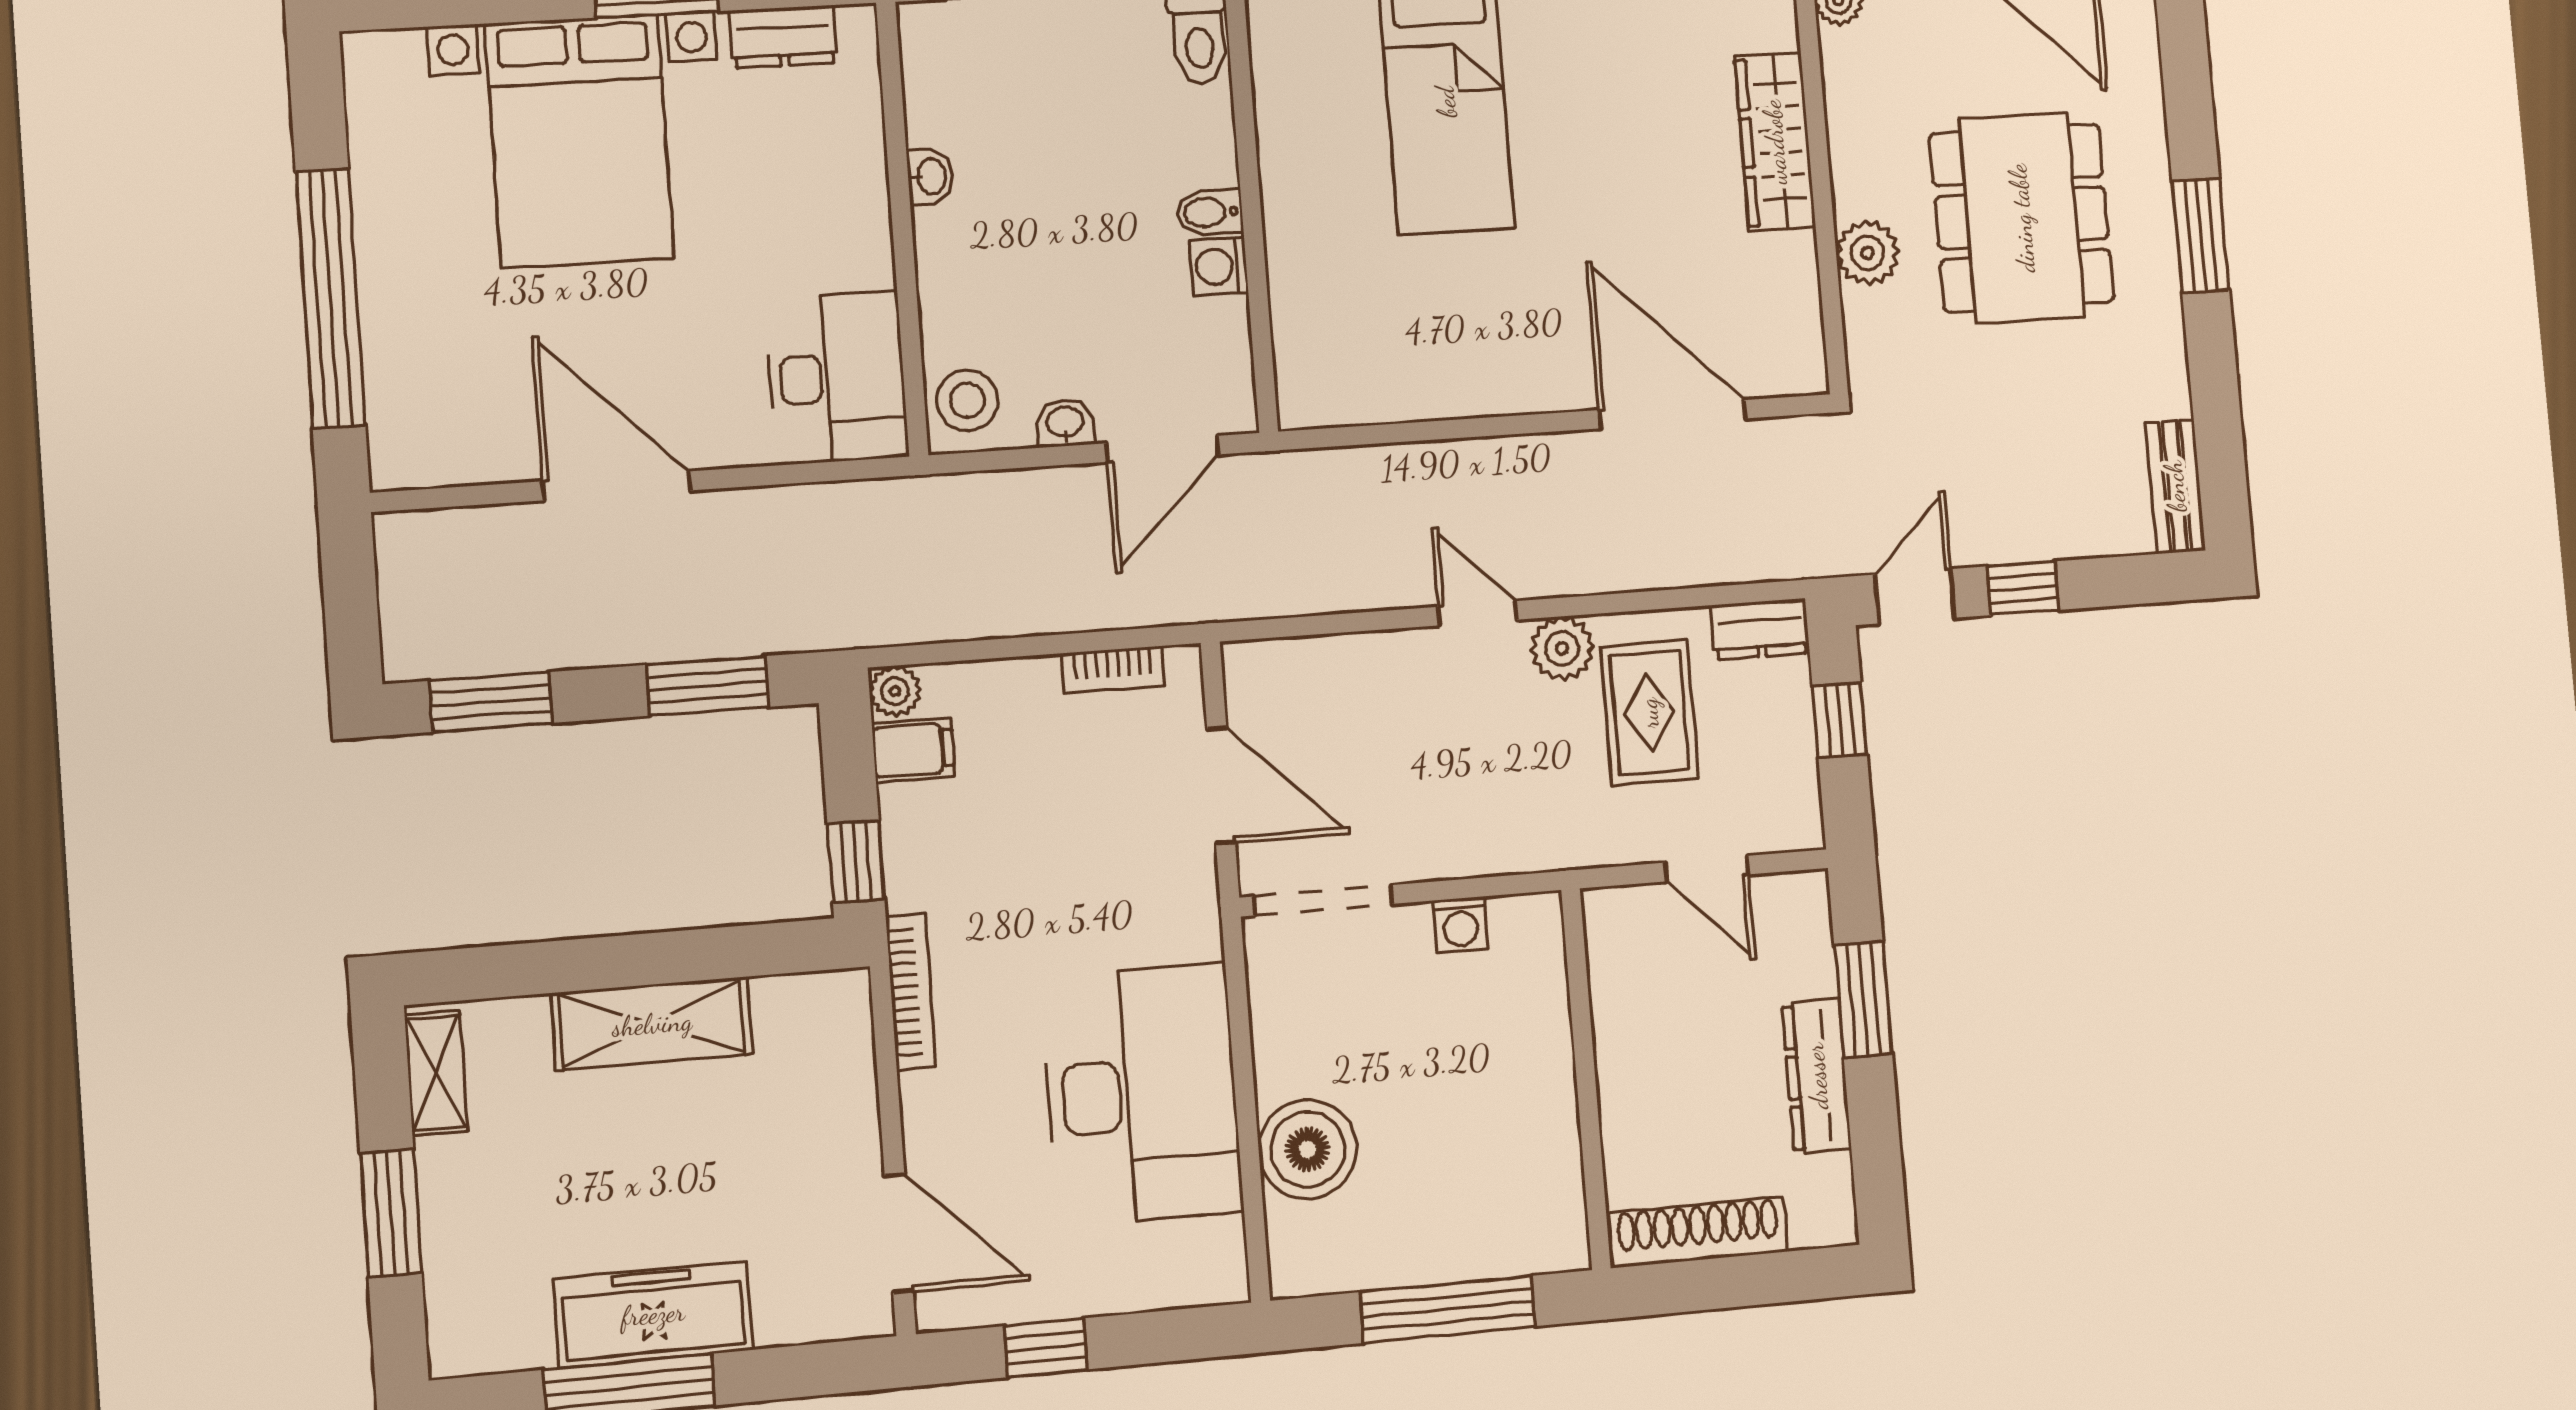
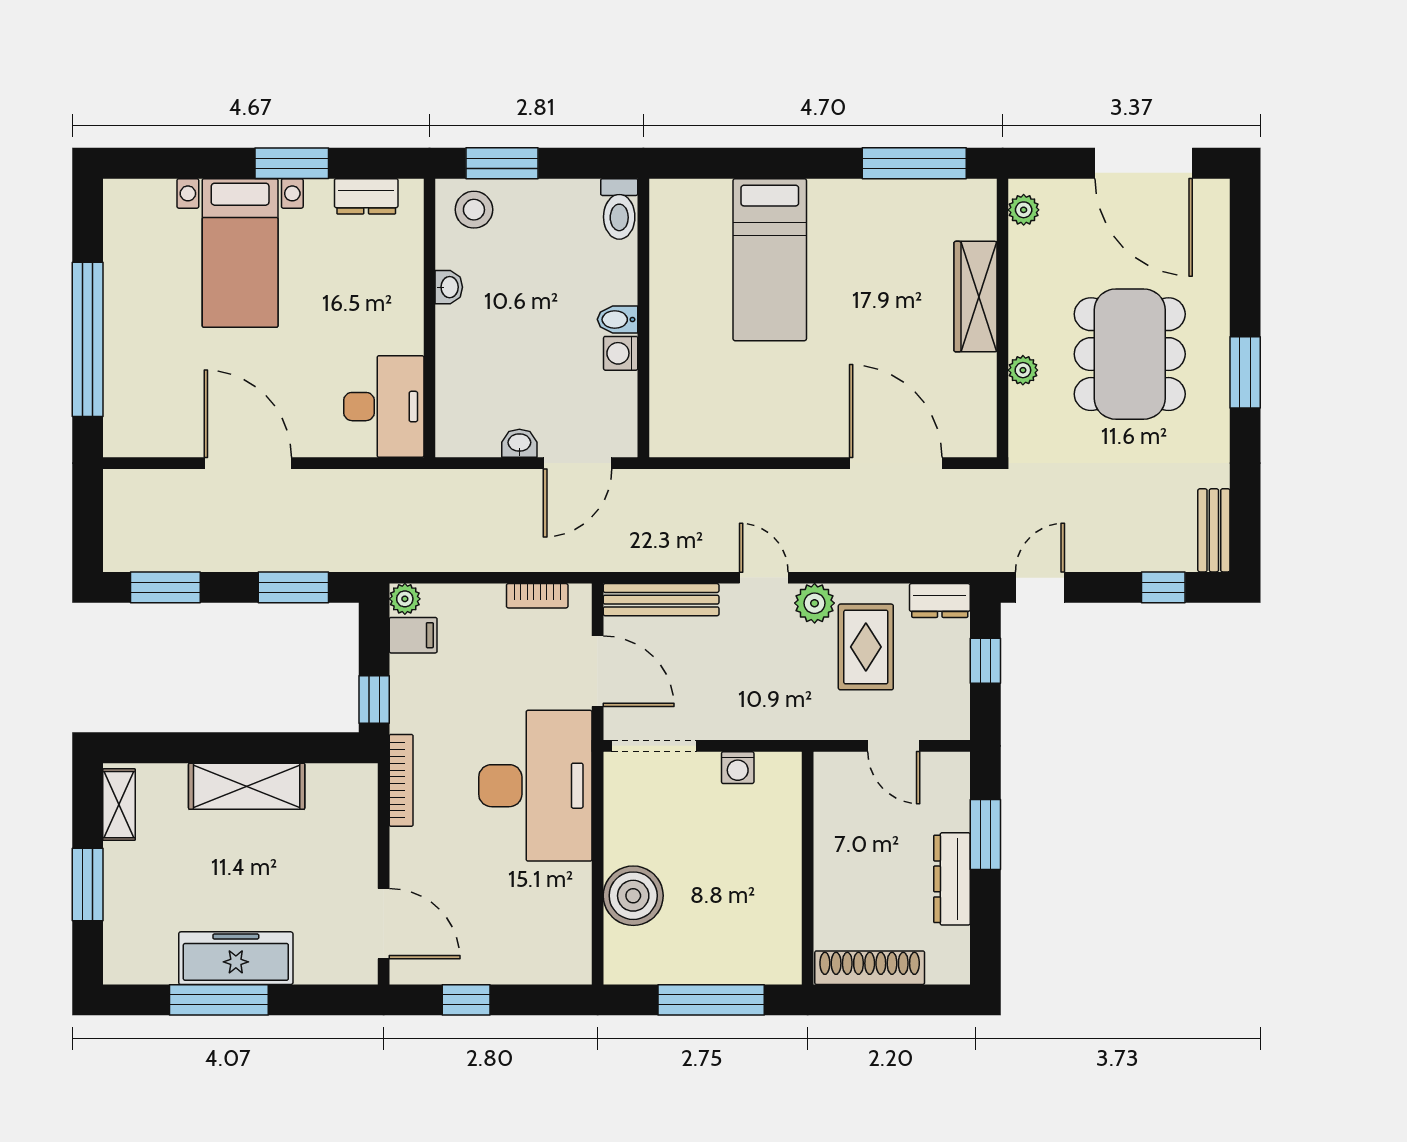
bed with nightstands: (579, 141) -> (240, 253), width x0.73
plant: (1867, 253) -> (1023, 370), width x0.73, depth x0.73
stool: (967, 400) -> (474, 210), moved
window: (2023, 588) -> (1163, 587), moved
bench: (1315, 661) -> (661, 600), added
desk: (1142, 1094) -> (535, 786), moved

